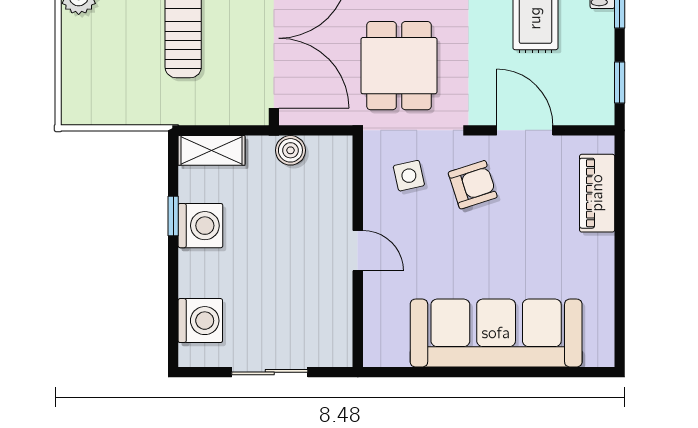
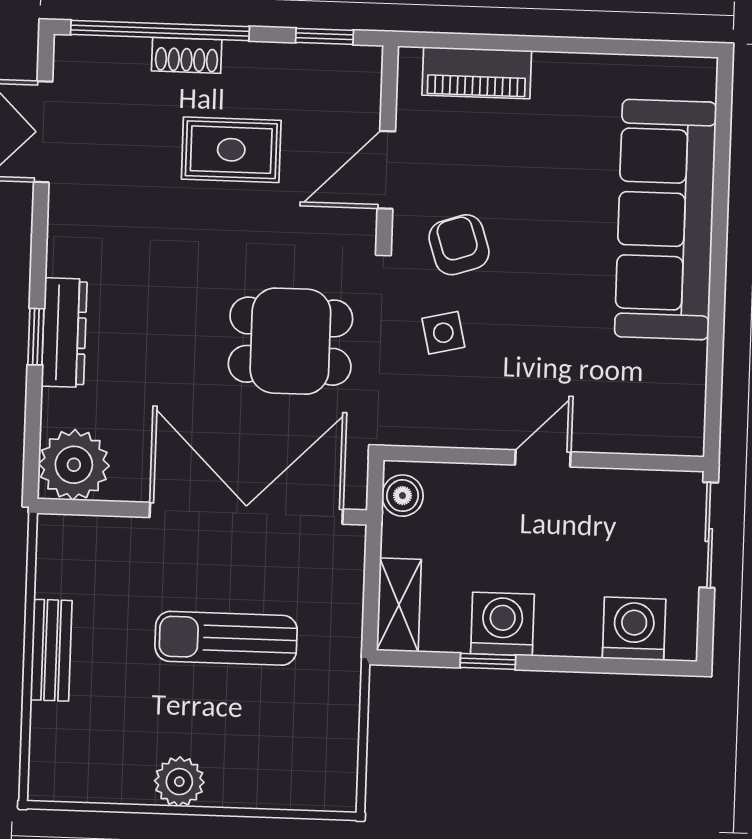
door: (358, 251) -> (543, 458), moved
wall: (358, 251) -> (544, 458), moved

